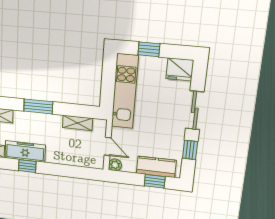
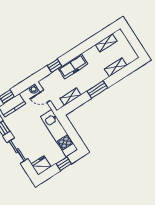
freezer: (25, 151) -> (73, 66), moved
window: (27, 166) -> (54, 66), moved

